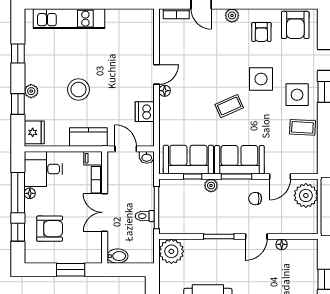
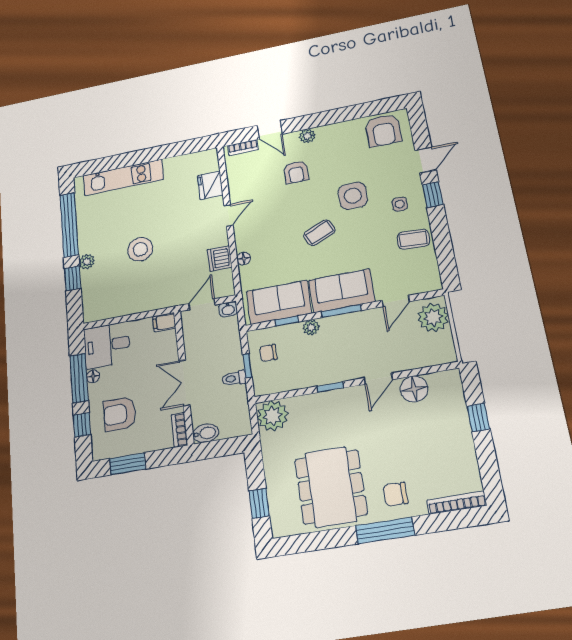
armchair: (261, 32) -> (296, 172), moved
window: (18, 53) -> (69, 225), width x3.17
floor lamp: (165, 91) -> (244, 258), moved
side table: (297, 95) -> (400, 204), width x0.54, depth x0.54
fridge: (34, 132) -> (210, 185), moved, turned 180
kitchen counter: (88, 137) -> (157, 299), removed
door: (126, 149) -> (202, 304), hinge flipped
bookcase: (97, 180) -> (179, 430), moved
chair: (255, 199) -> (268, 353), moved
window: (157, 208) -> (247, 366), width x0.46
armchair: (50, 229) -> (120, 414), turned 180
window: (219, 236) -> (330, 387), width x0.67
floor lamp: (282, 244) -> (414, 389), width x1.89, depth x1.89
window: (71, 270) -> (128, 464), moved

